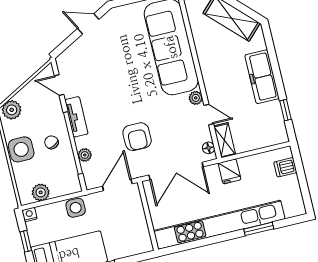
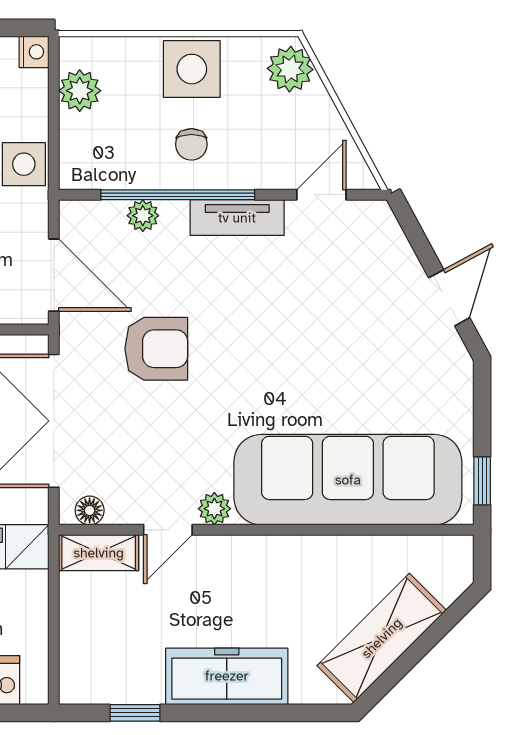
armchair: (137, 137) -> (156, 349), turned 180
chair: (51, 142) -> (191, 144), turned 116

